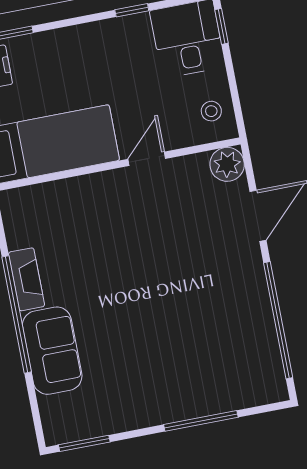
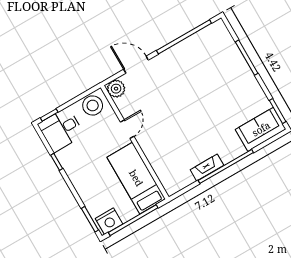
stool: (211, 111) -> (93, 105), width x1.89, depth x1.89
door: (147, 159) -> (127, 129), swing flipped
sofa: (52, 351) -> (261, 129), moved

